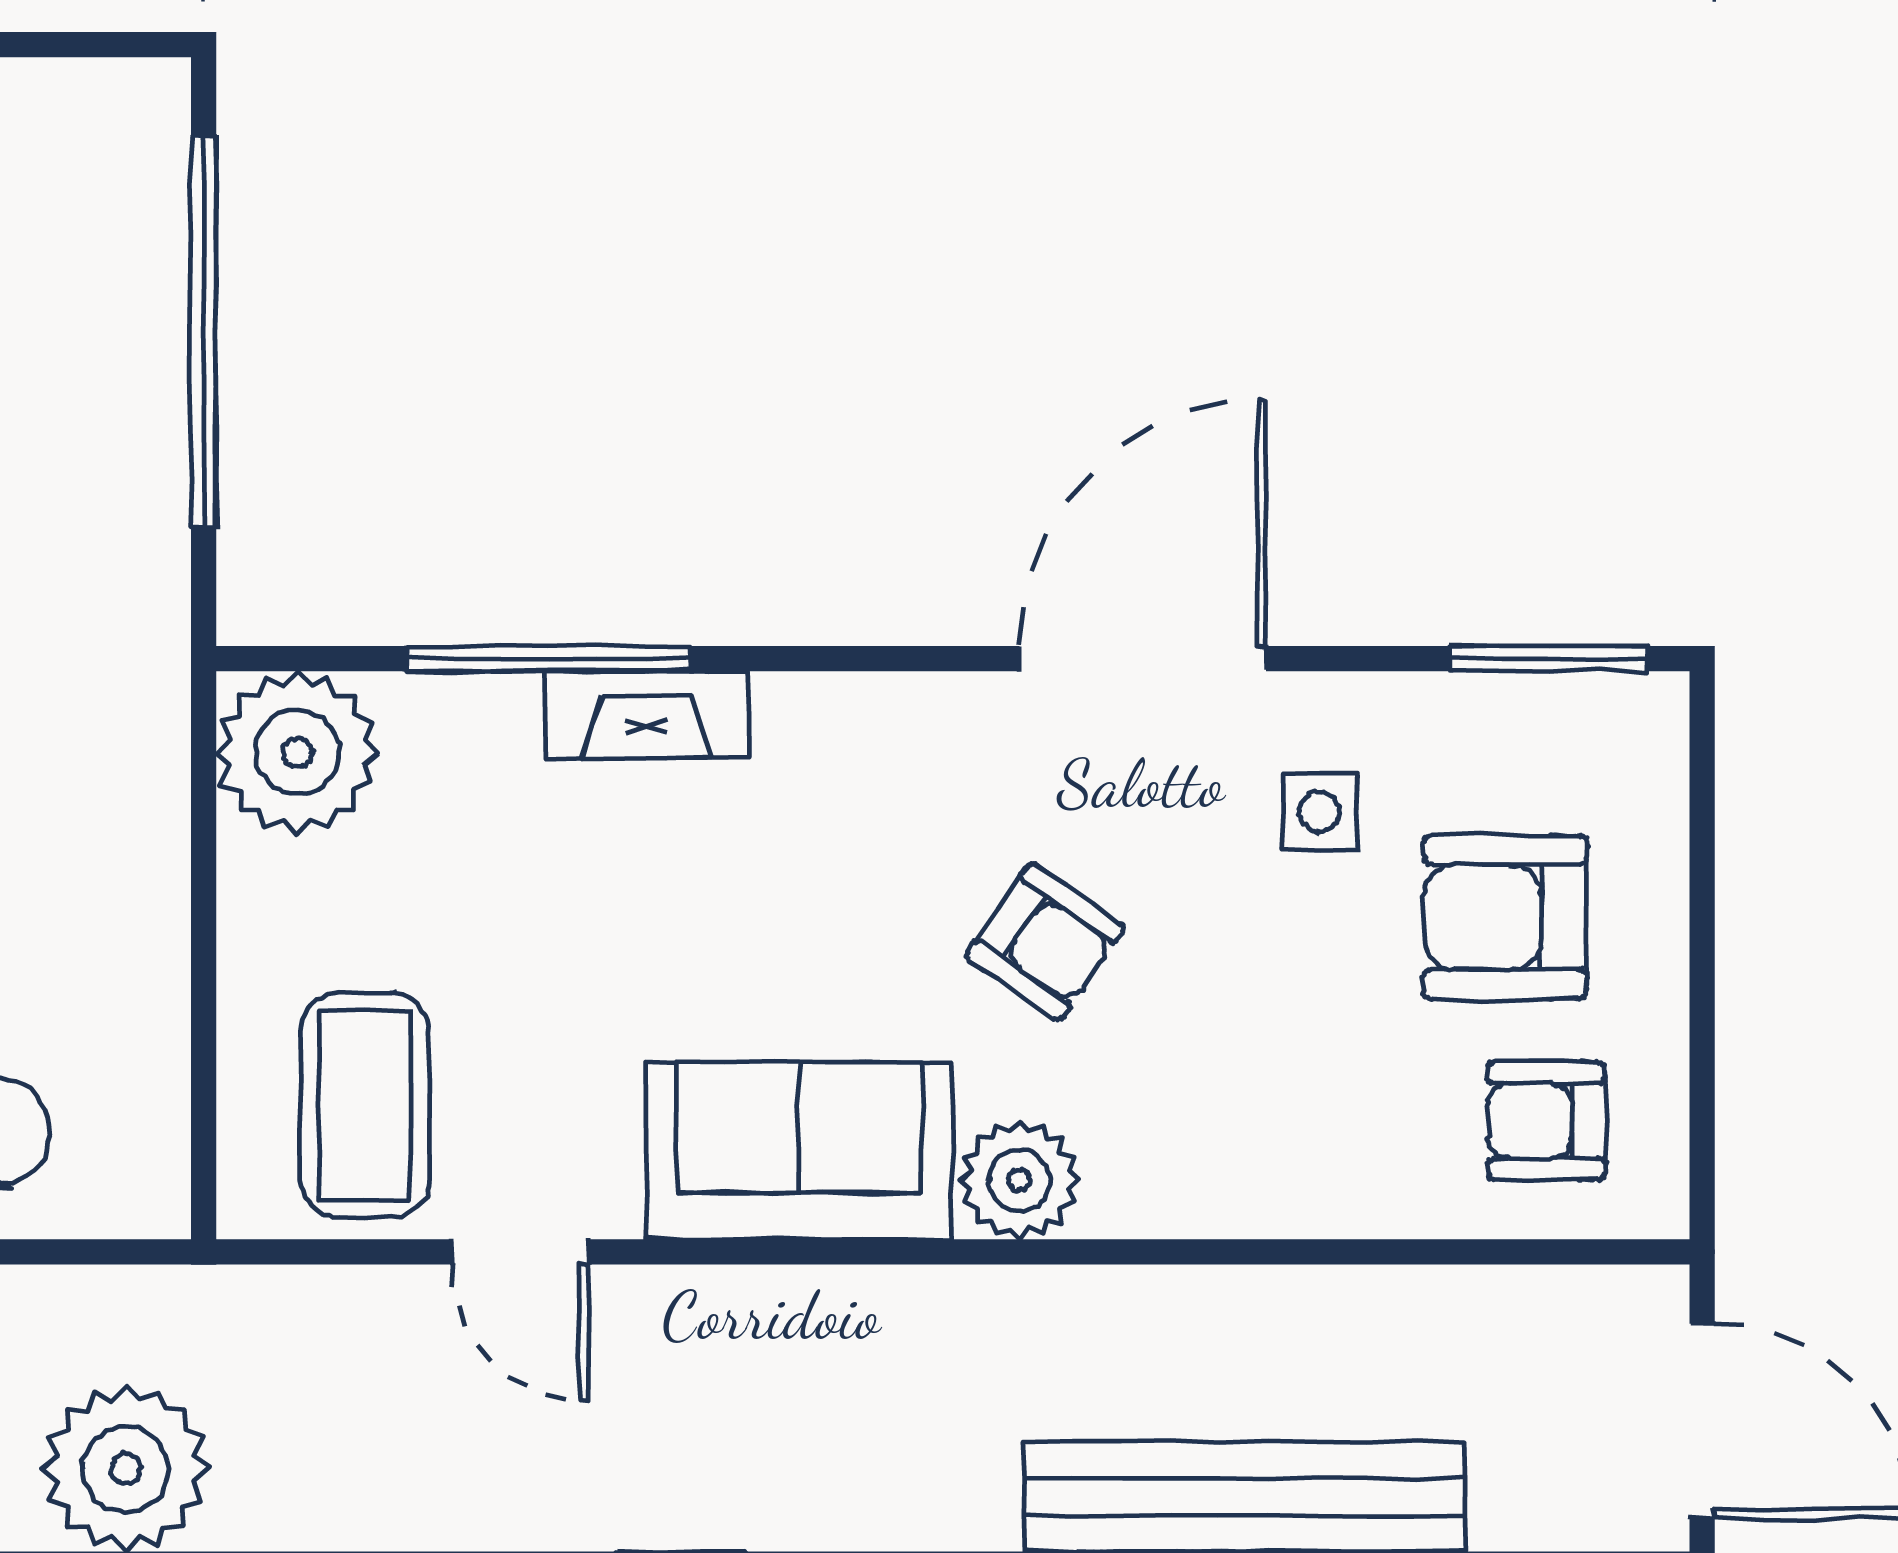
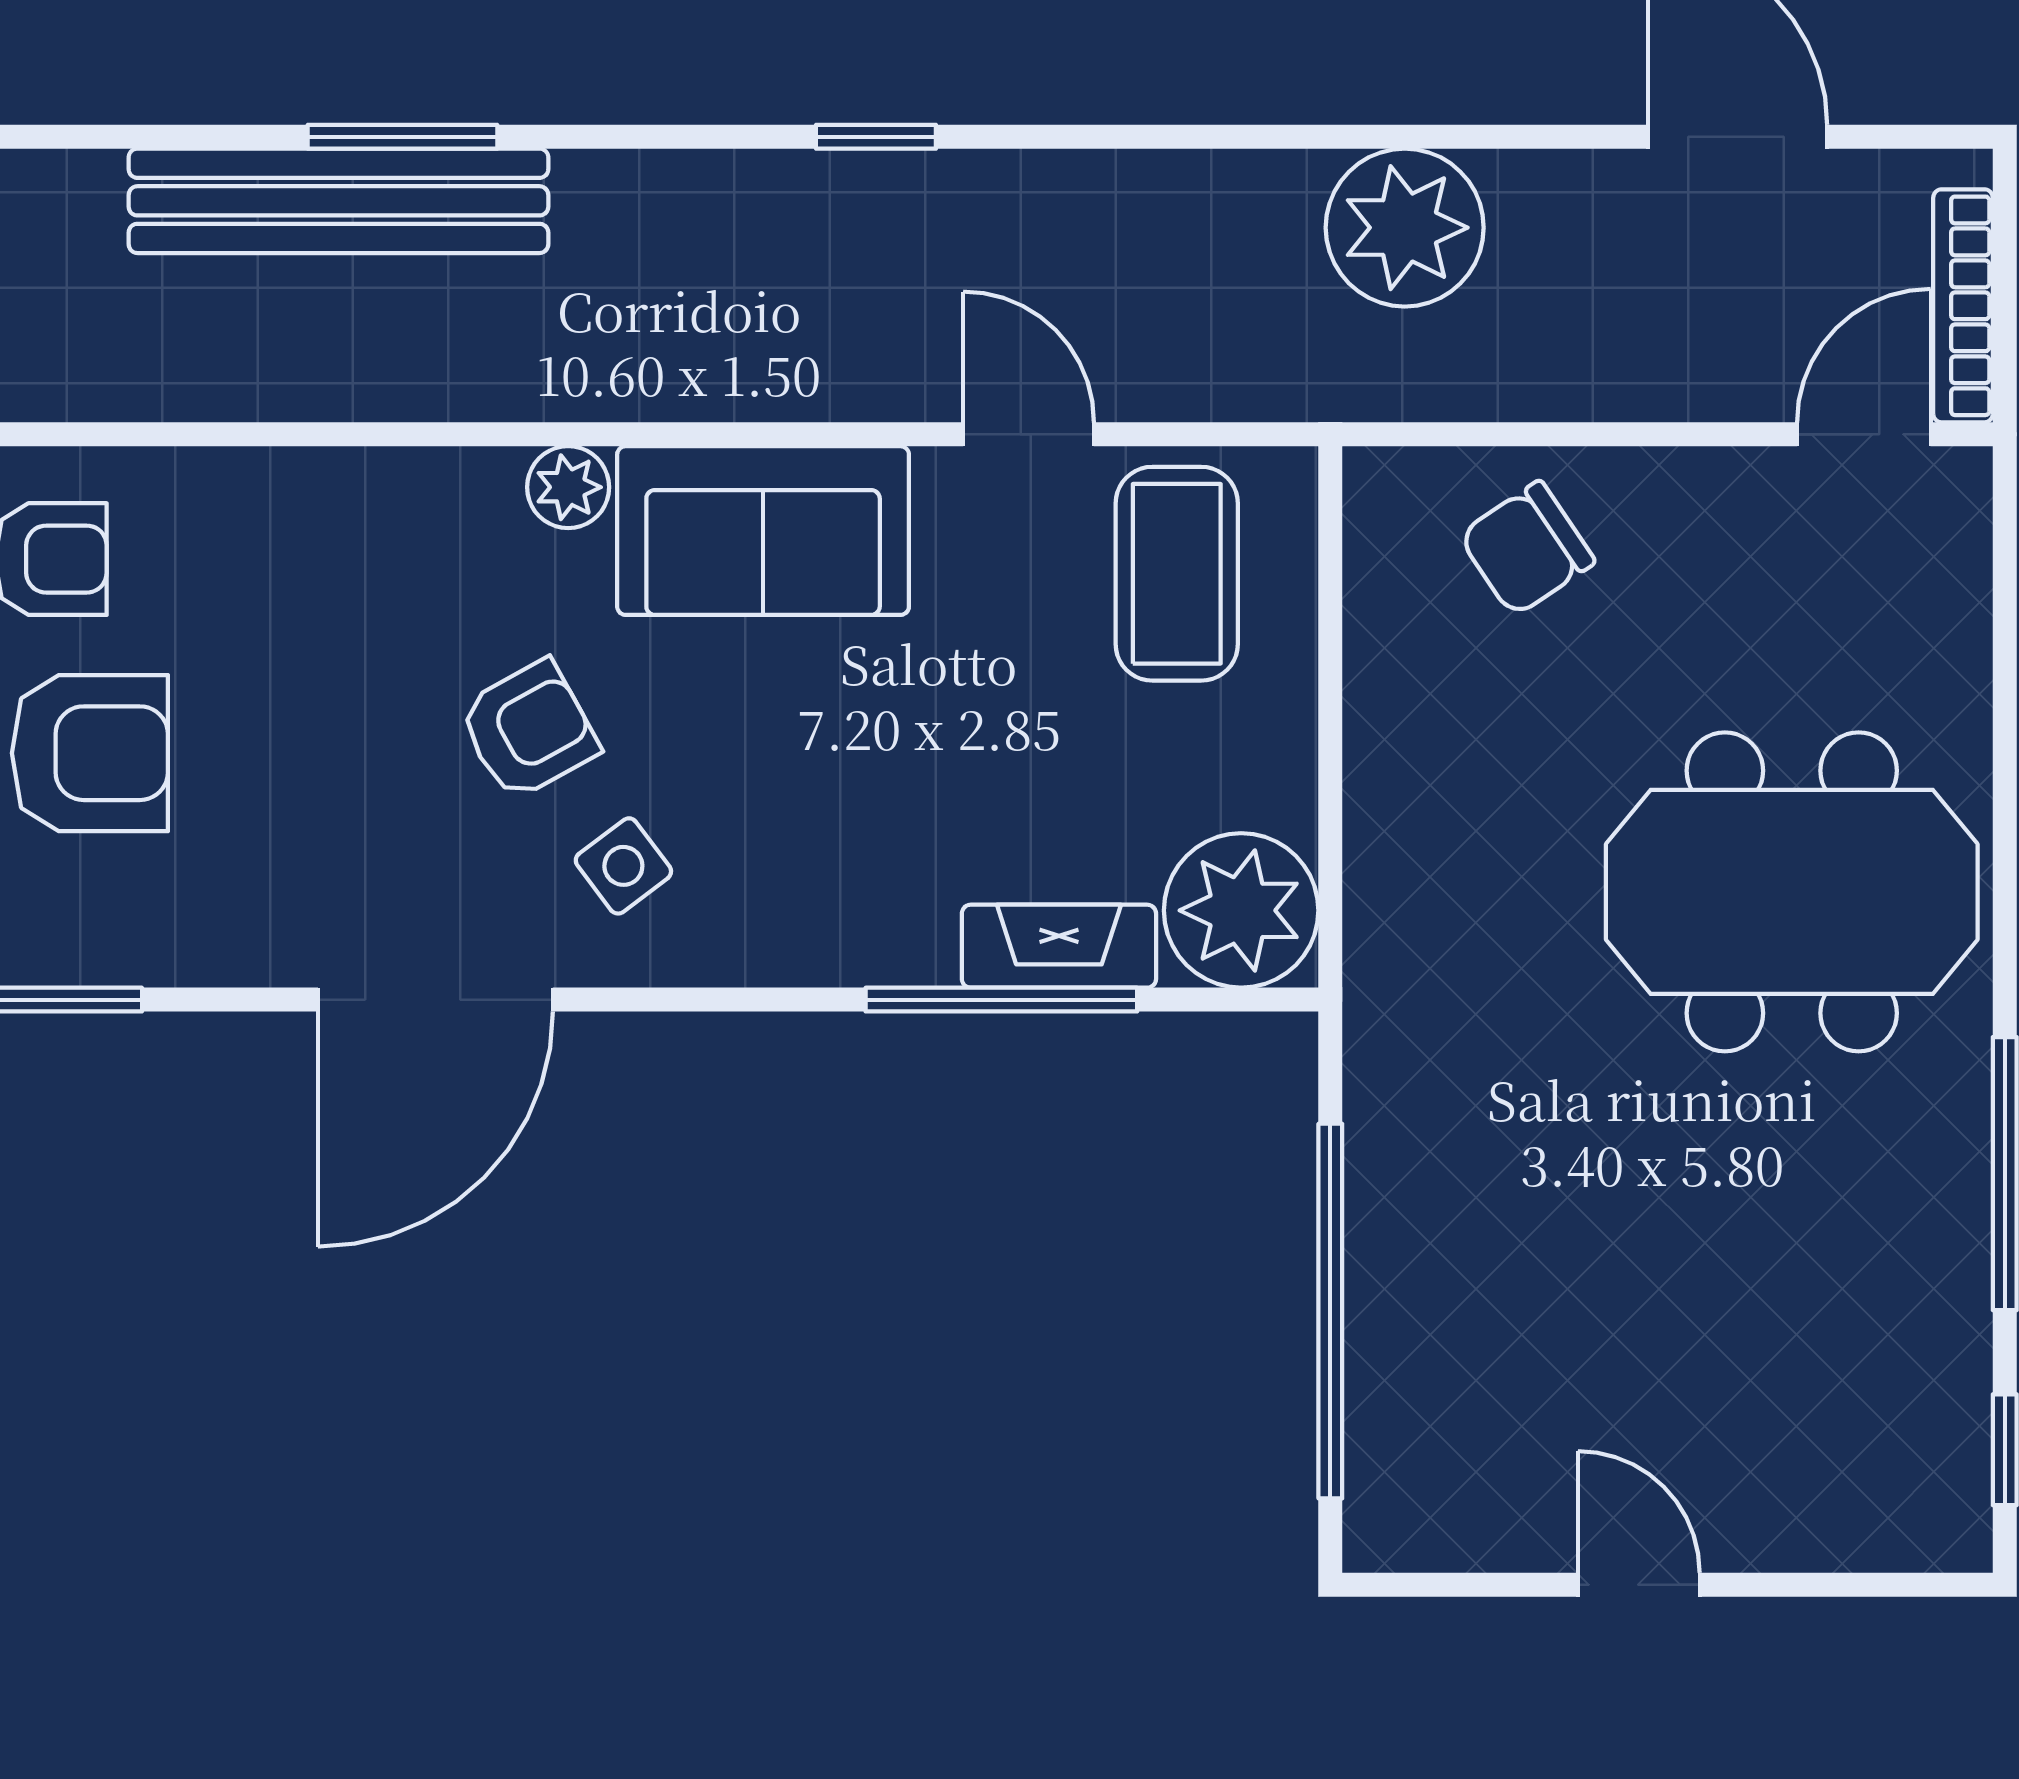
fireplace: (647, 715) -> (1059, 946), moved
side table: (1320, 812) -> (623, 866), moved, turned -37
armchair: (1045, 941) -> (528, 730), turned 116
plant: (1020, 1180) -> (568, 487), width x0.73, depth x0.73

